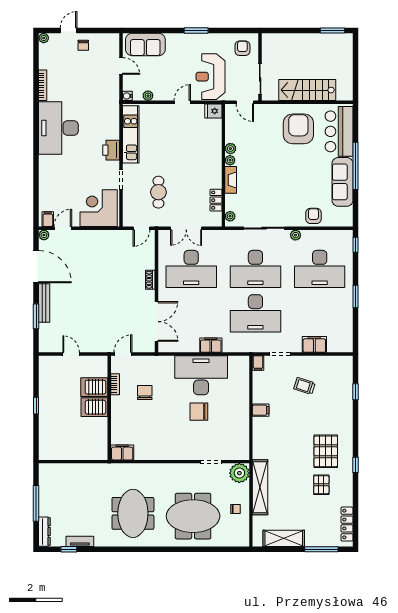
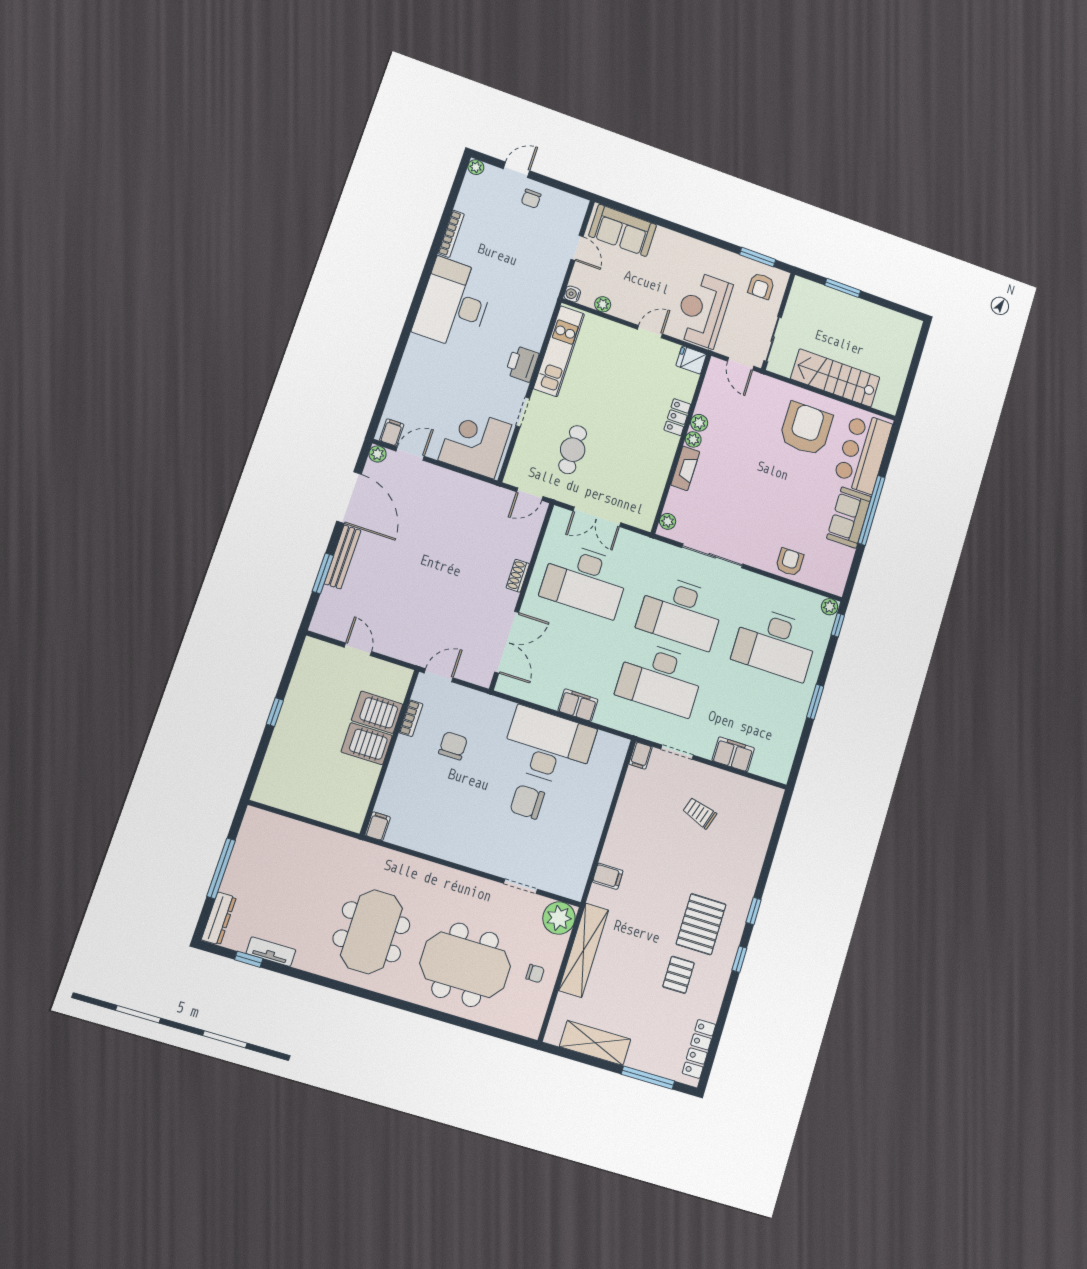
window: (196, 30) -> (758, 257), moved
window: (333, 30) -> (843, 288), moved
armchair: (242, 48) -> (761, 286), turned 180
sofa: (342, 182) -> (849, 518), width x0.73
locker: (216, 200) -> (677, 417), moved
plant: (296, 235) -> (830, 607), moved
window: (356, 392) -> (754, 911), moved
filing cabinet: (261, 410) -> (608, 876), moved
filing cabinet: (122, 452) -> (378, 826), width x0.50

